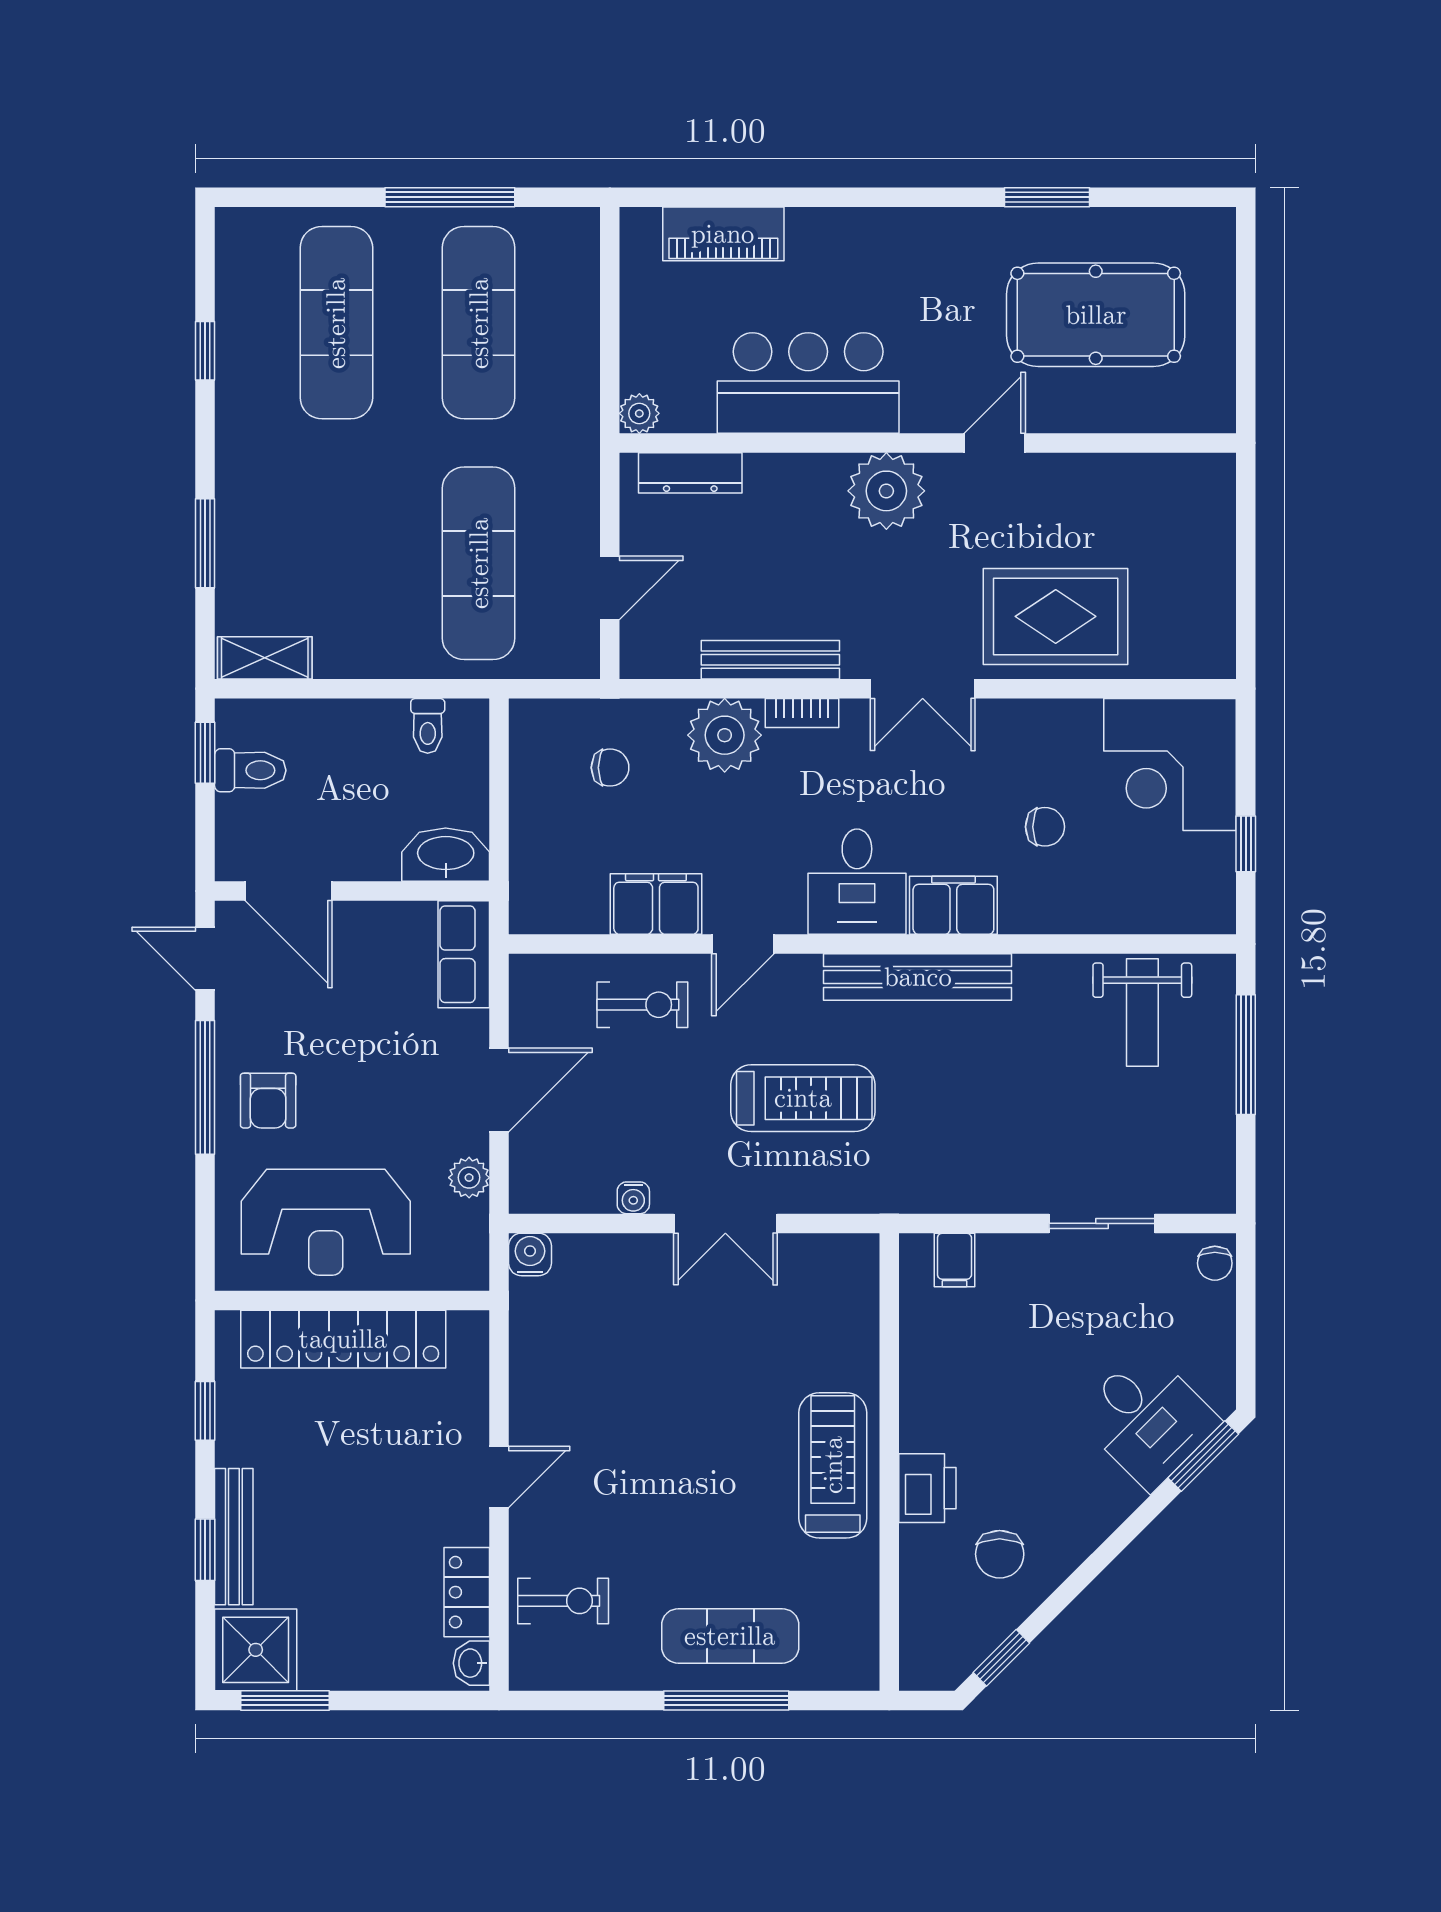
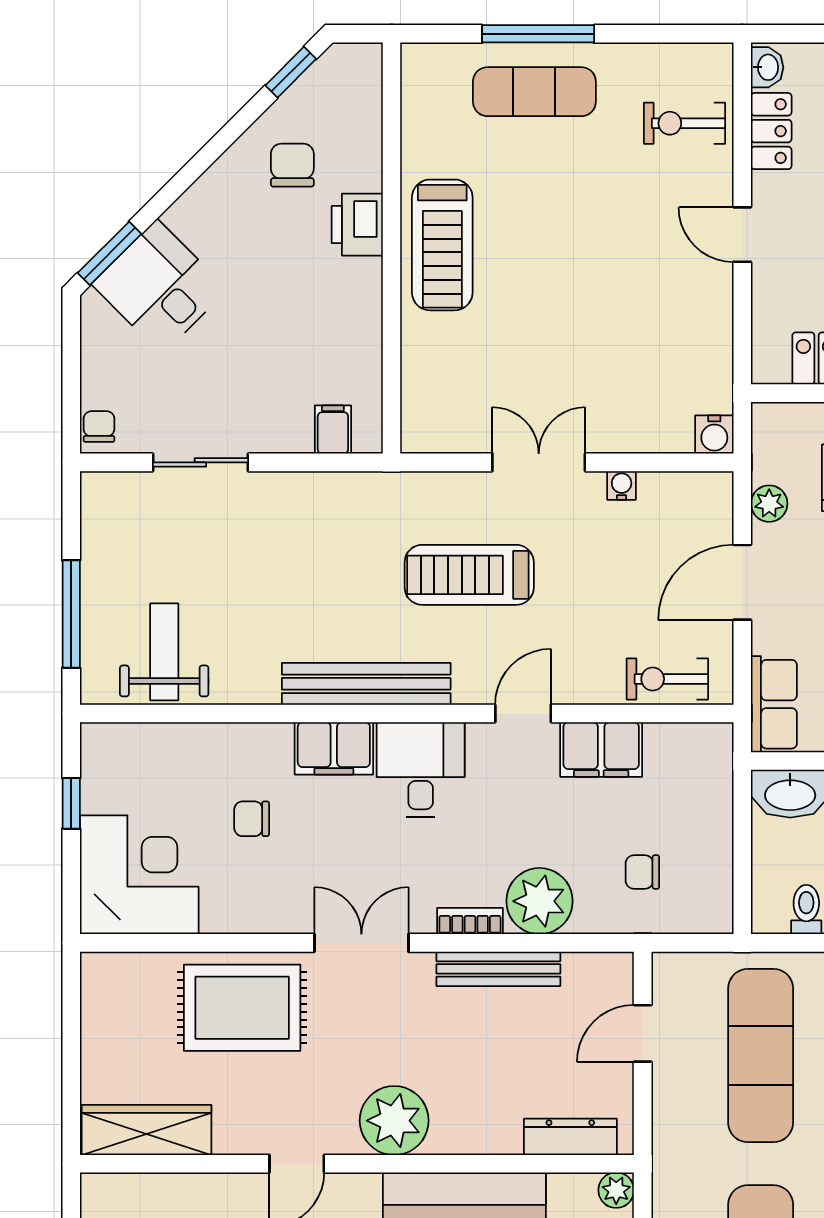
wardrobe: (1162, 480) -> (147, 1130), added
exercise bike: (642, 1005) -> (667, 679), moved
door: (499, 1477) -> (742, 235), hinge flipped

